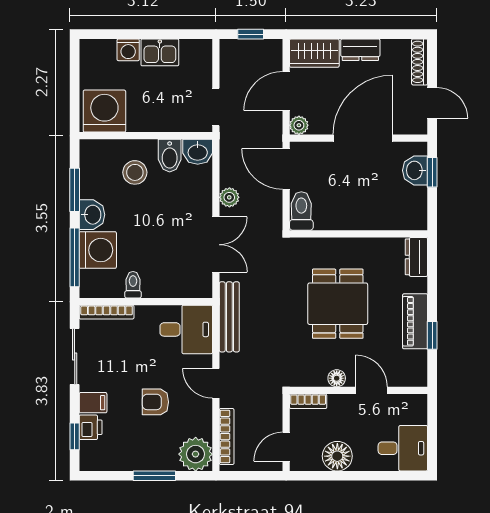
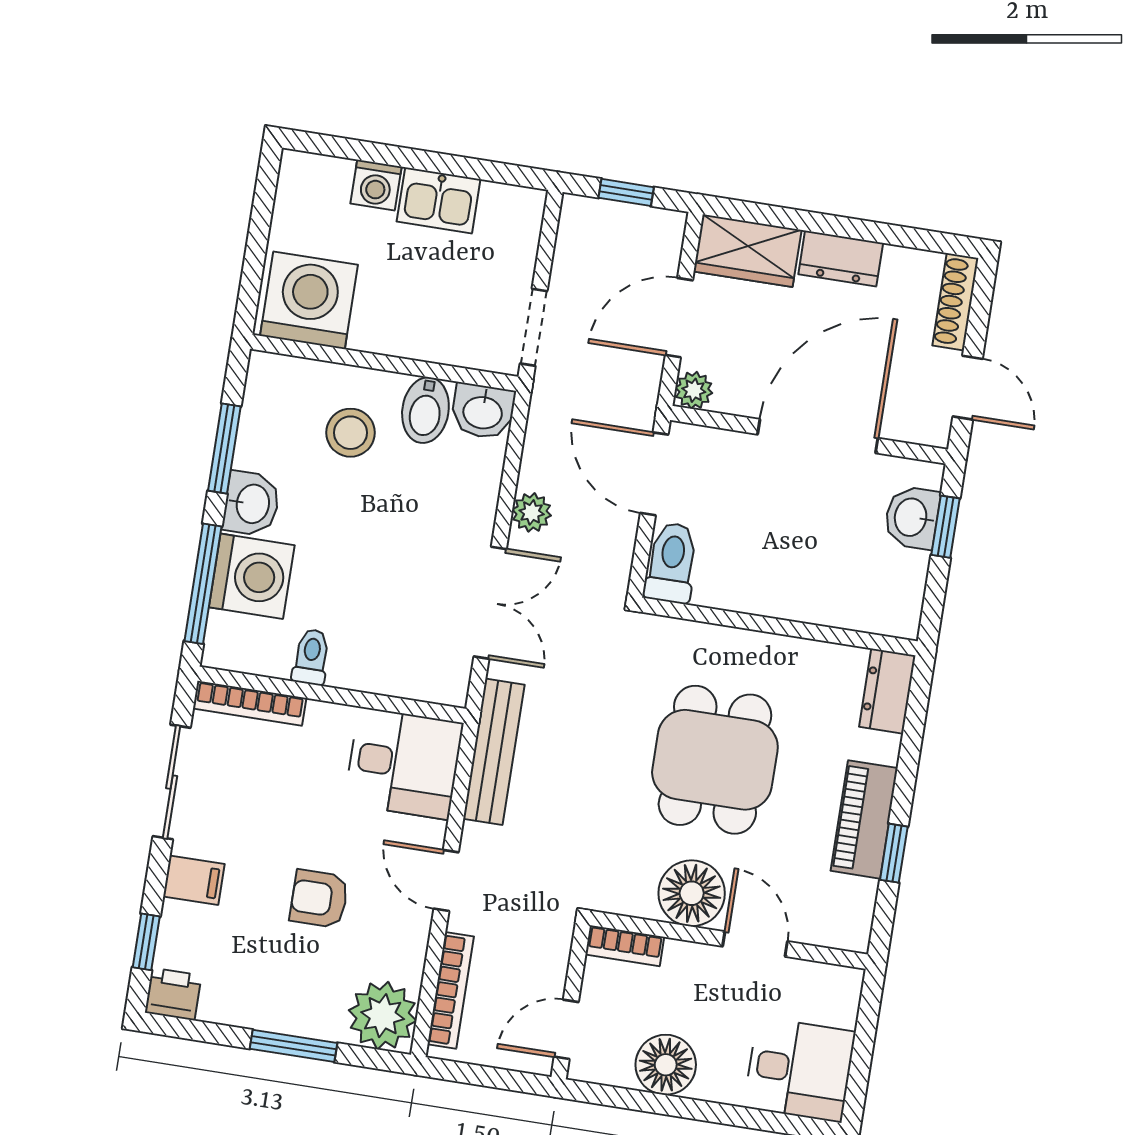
floor lamp: (337, 378) -> (692, 893), width x1.89, depth x1.89
printer: (91, 427) -> (173, 994), moved, turned -90

